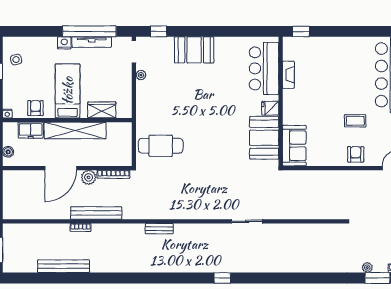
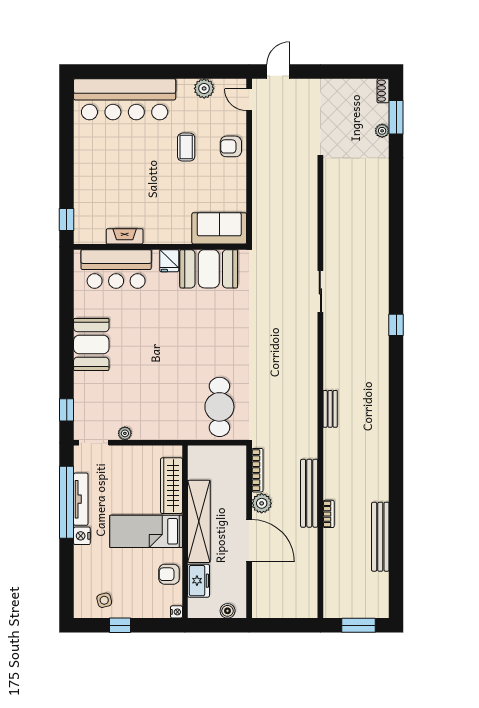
booth: (194, 50) -> (91, 344), moved
wardrobe: (102, 110) -> (172, 486), width x1.50

